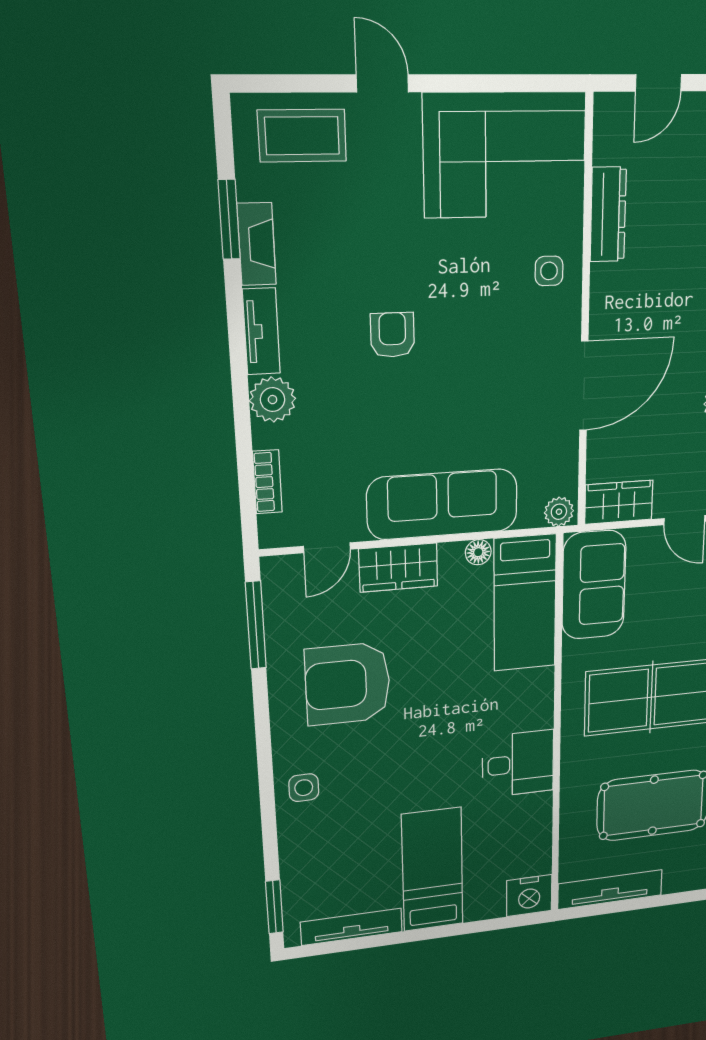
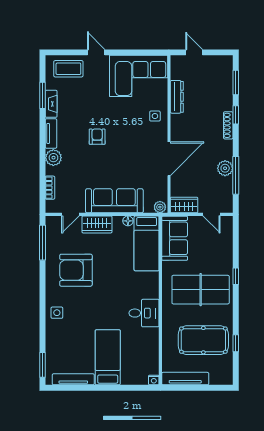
door: (659, 83) -> (194, 52), swing flipped
nightstand: (529, 896) -> (154, 380), width x0.53, depth x0.56

